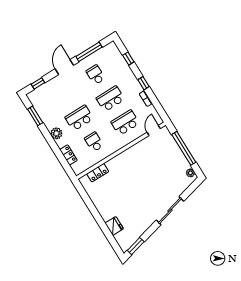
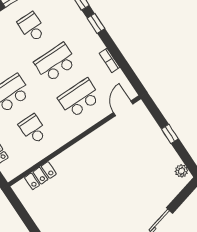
window: (144, 83) -> (96, 23), moved
window: (184, 148) -> (170, 134), width x0.32

